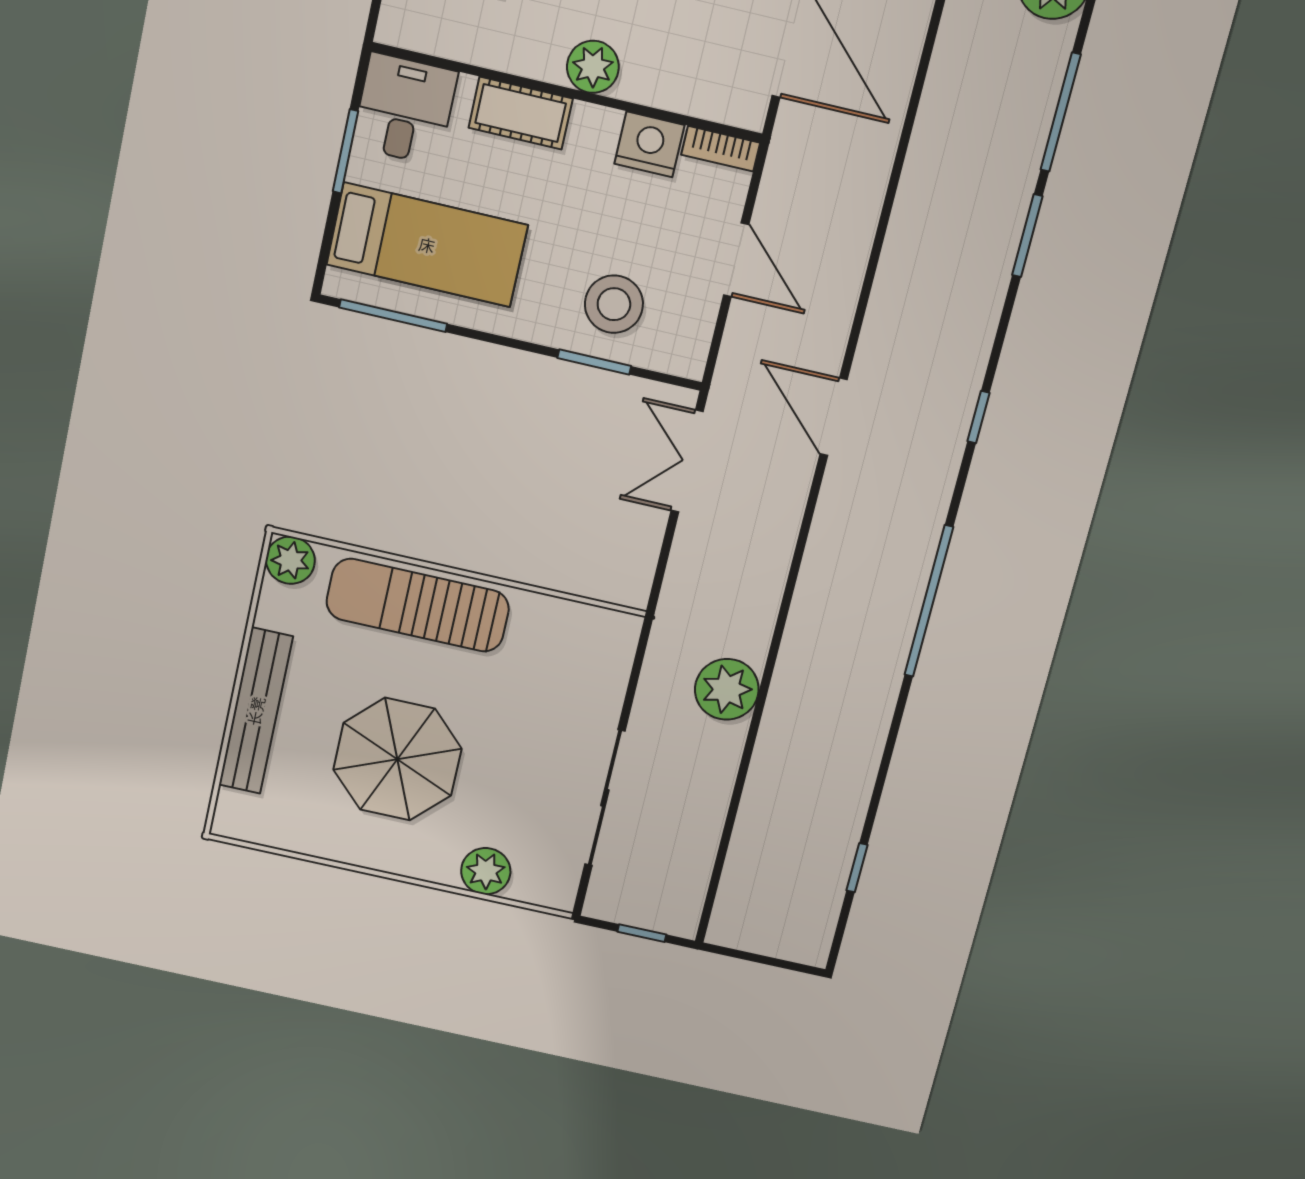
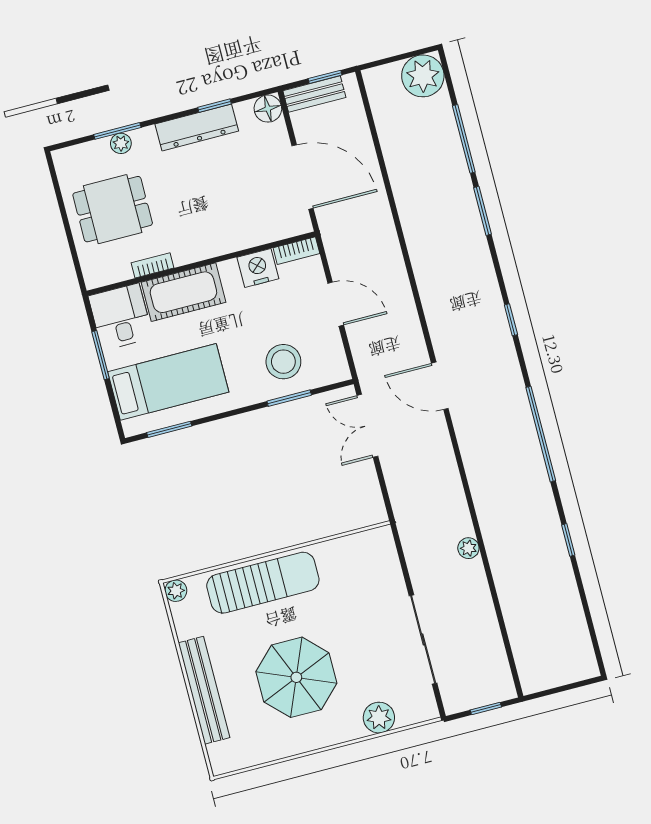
bookcase: (493, 56) -> (152, 265), added
plant: (593, 67) -> (207, 244), removed
cot: (521, 113) -> (183, 292), width x1.37, depth x1.34
window: (393, 316) -> (169, 429), width x0.69
door: (834, 417) -> (440, 386), moved
plant: (290, 560) -> (176, 591), width x0.73, depth x0.73
sun lounger: (418, 605) -> (263, 583), turned 180
plant: (727, 689) -> (468, 548), width x0.53, depth x0.53
window: (857, 868) -> (568, 540), moved

